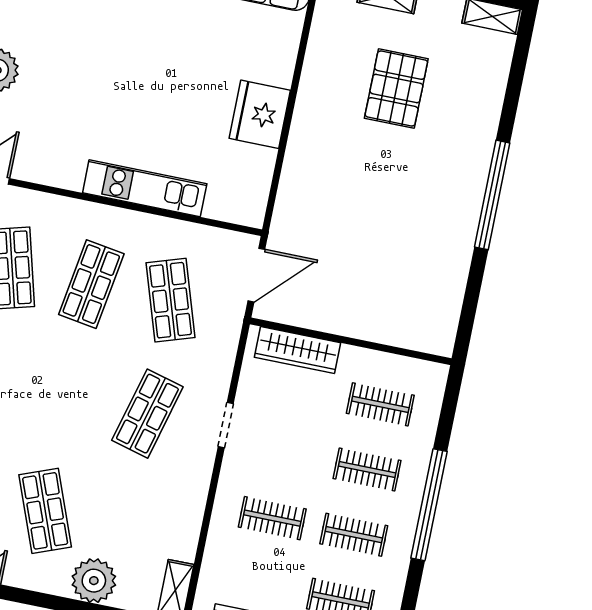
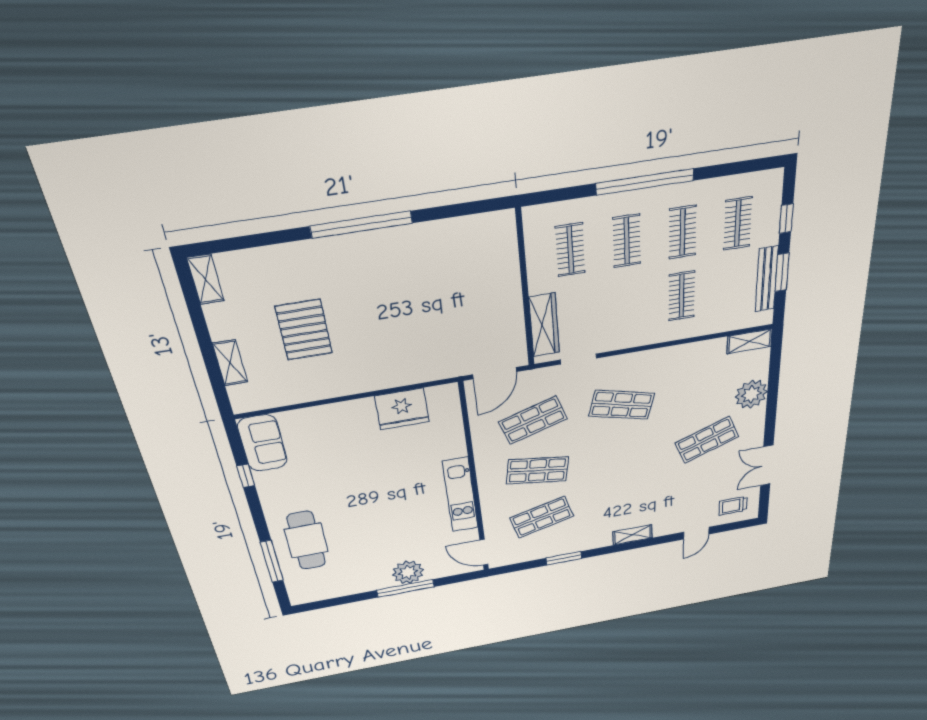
pallet: (396, 88) -> (304, 330), turned 90
fridge: (260, 114) -> (402, 409), moved
kitchen unit: (145, 188) -> (460, 495), moved
door: (256, 275) -> (495, 373), swing flipped
doorway: (226, 425) -> (578, 359), moved

